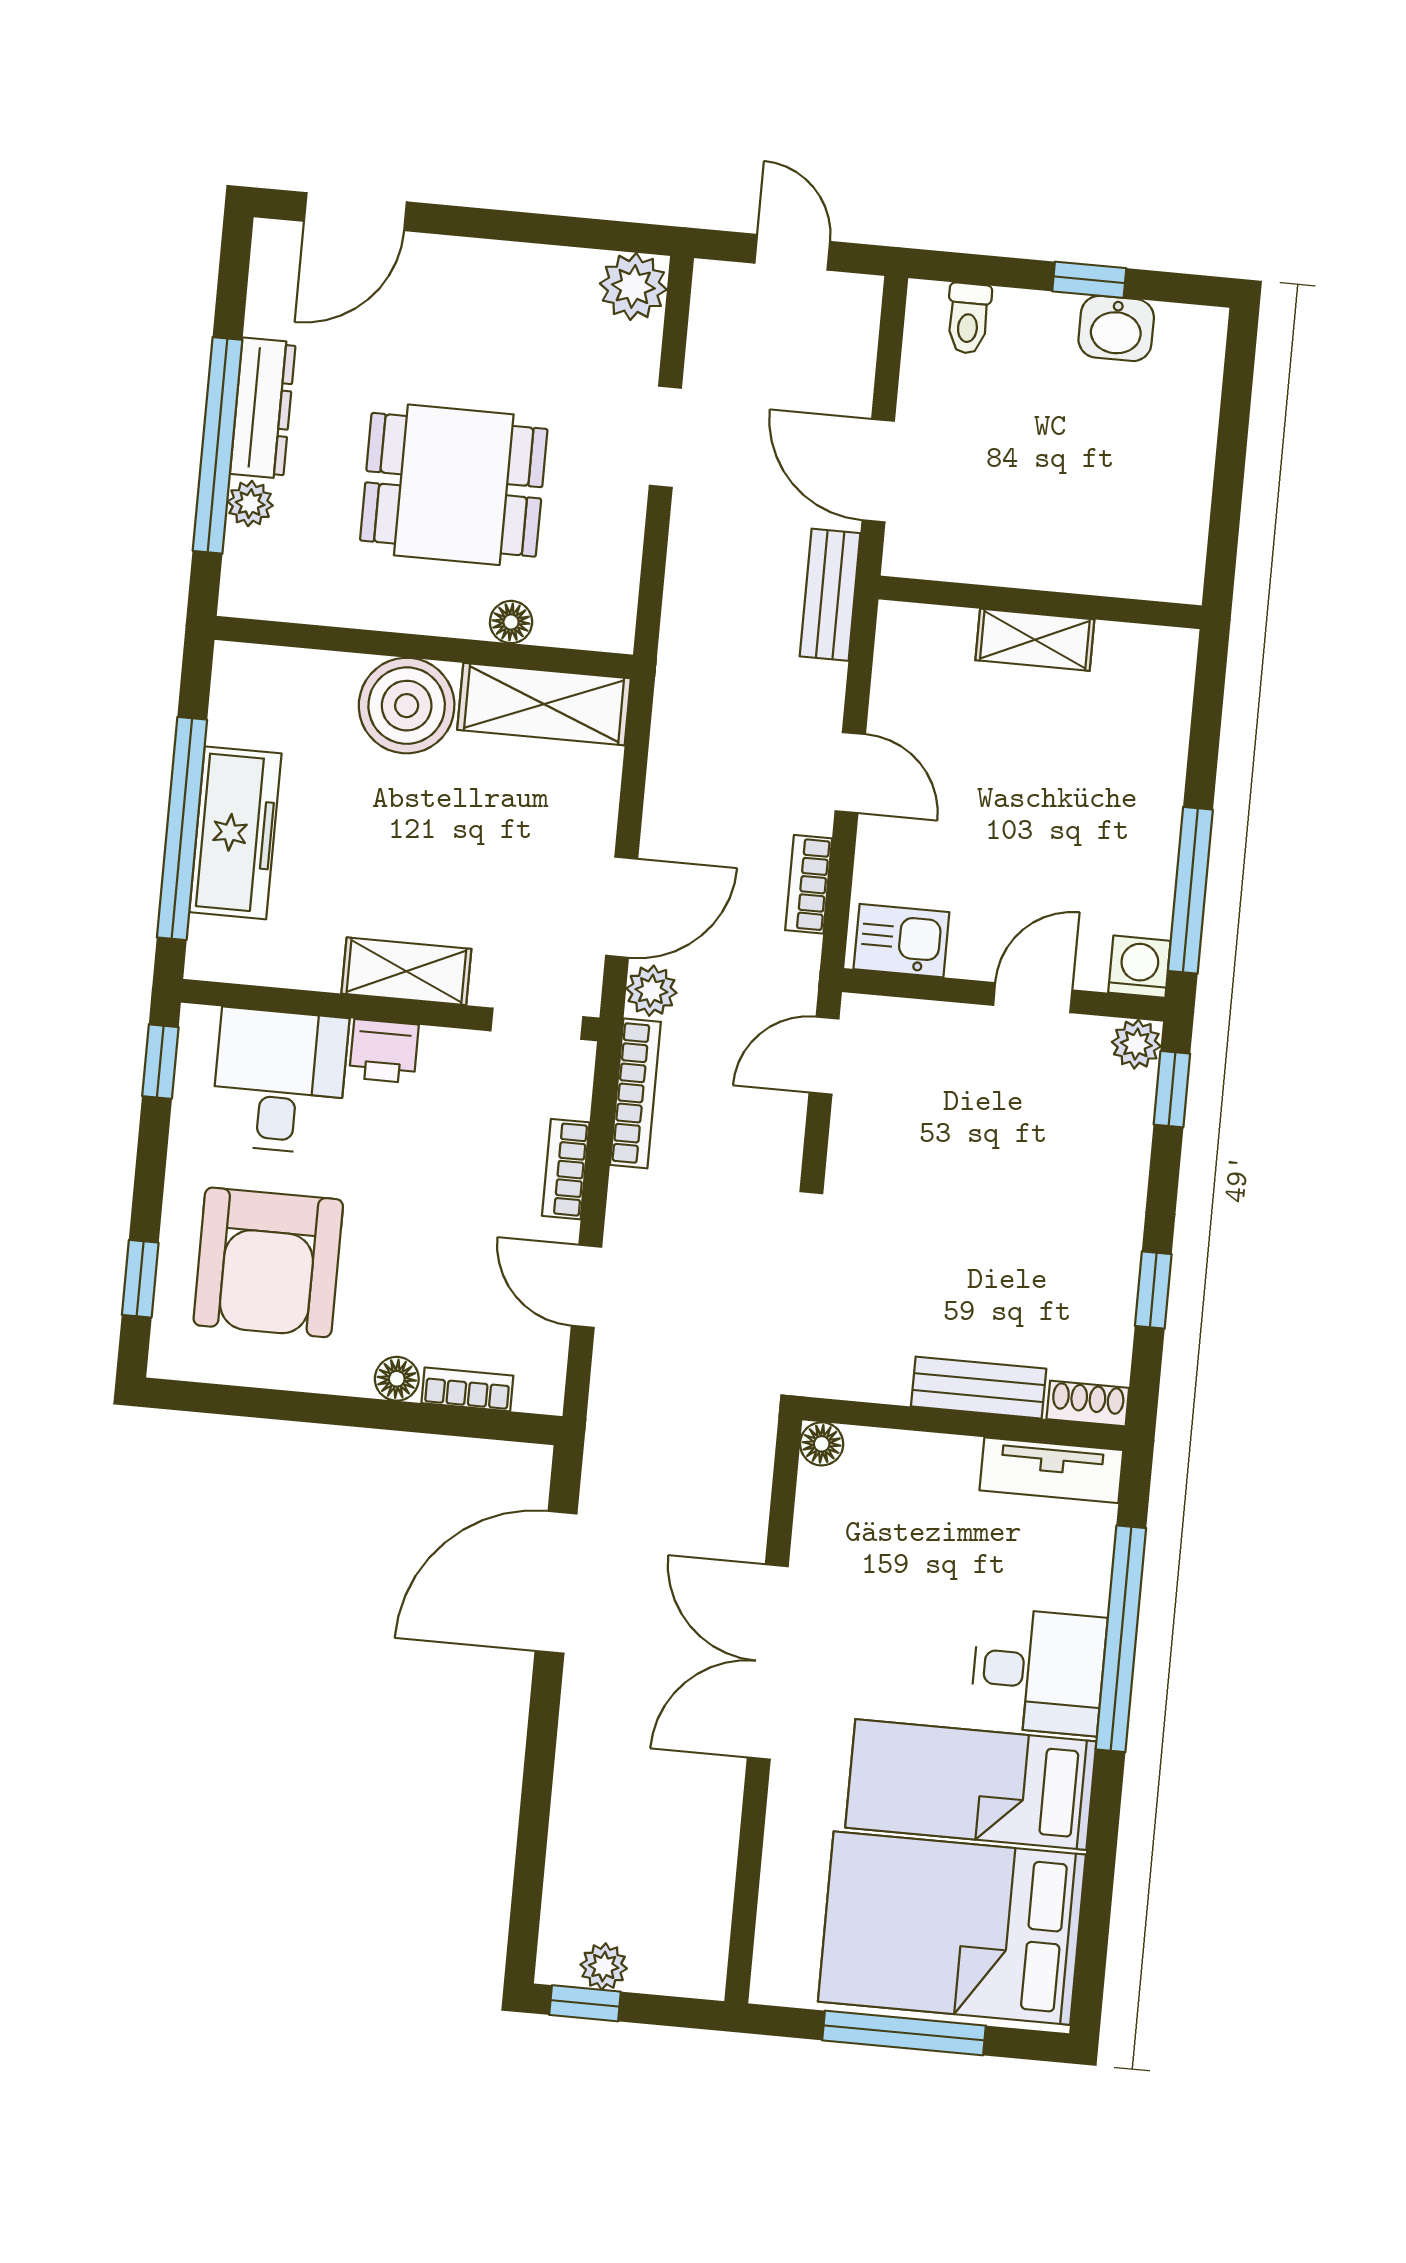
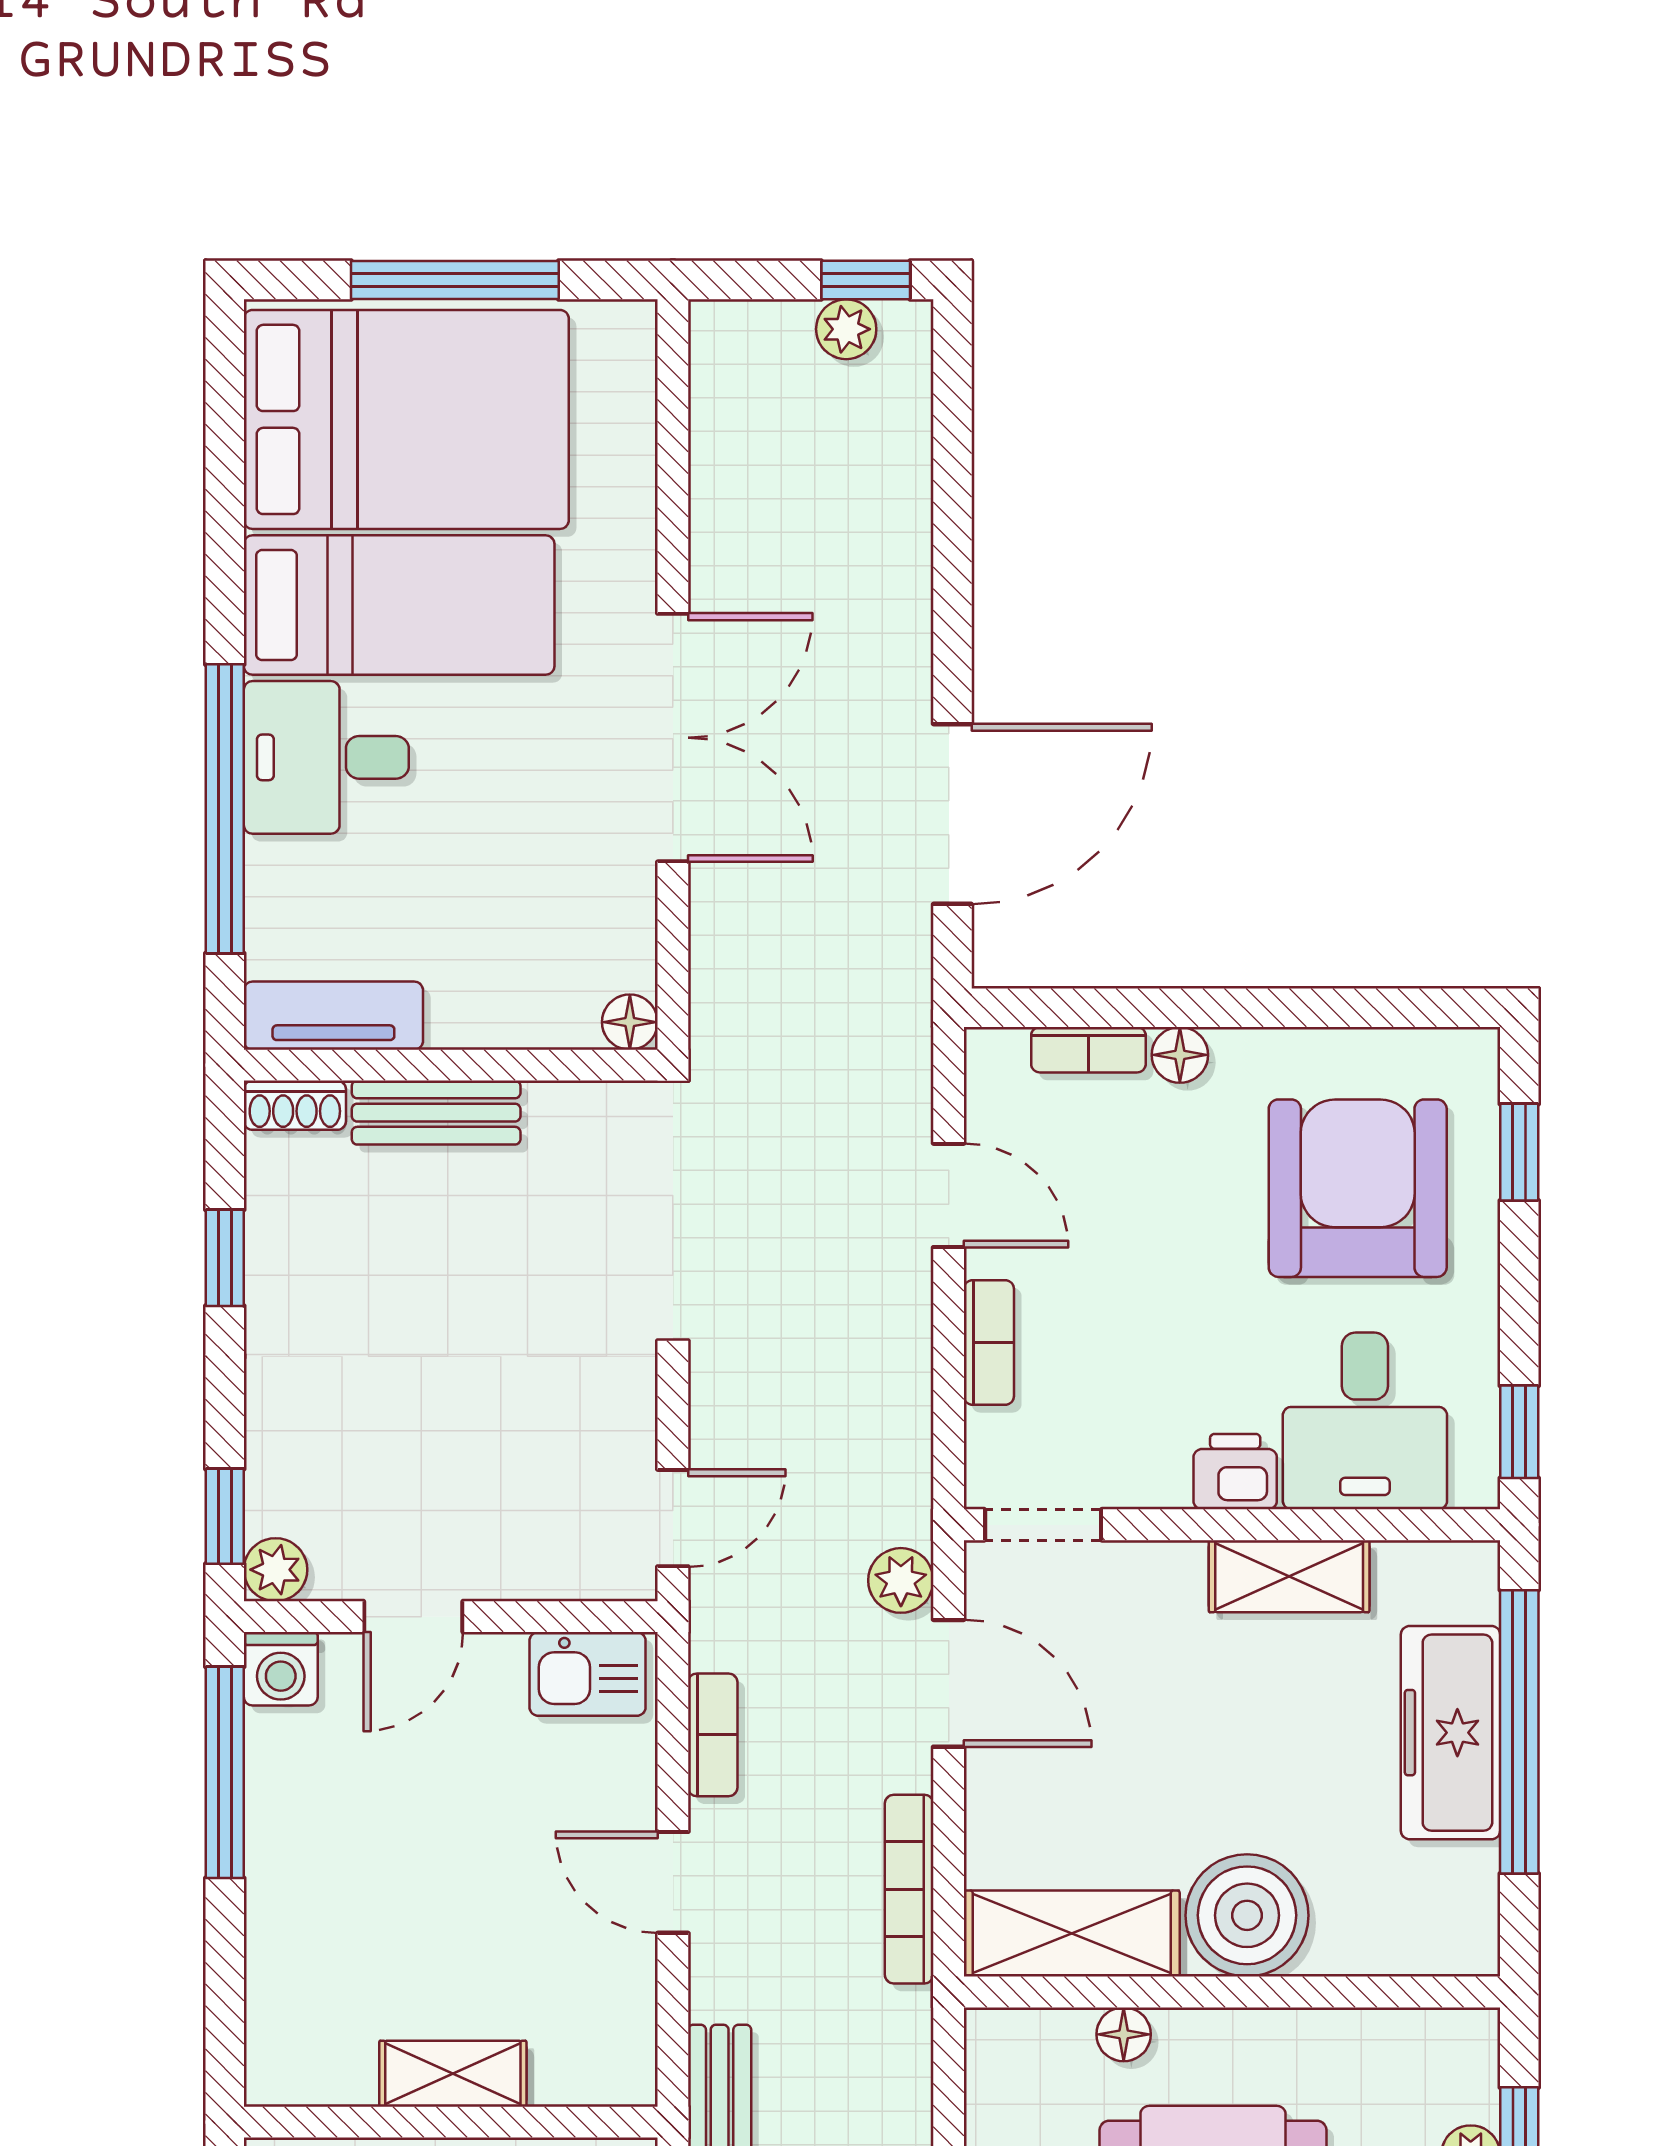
door: (622, 907) -> (949, 1683), swing flipped
shelving: (406, 971) -> (1289, 1576), moved
bookcase: (635, 1093) -> (909, 1889), moved

